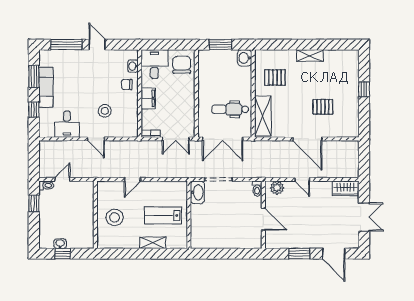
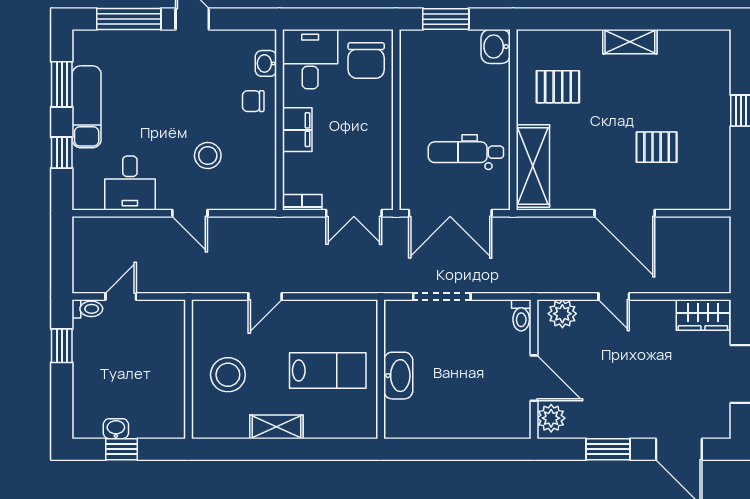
chair: (182, 65) -> (366, 61), turned 180
washbasin: (197, 192) -> (398, 376), moved
lab bench: (163, 215) -> (328, 370), turned 180
plant: (272, 239) -> (551, 418), added
shelving: (153, 243) -> (276, 427), moved

